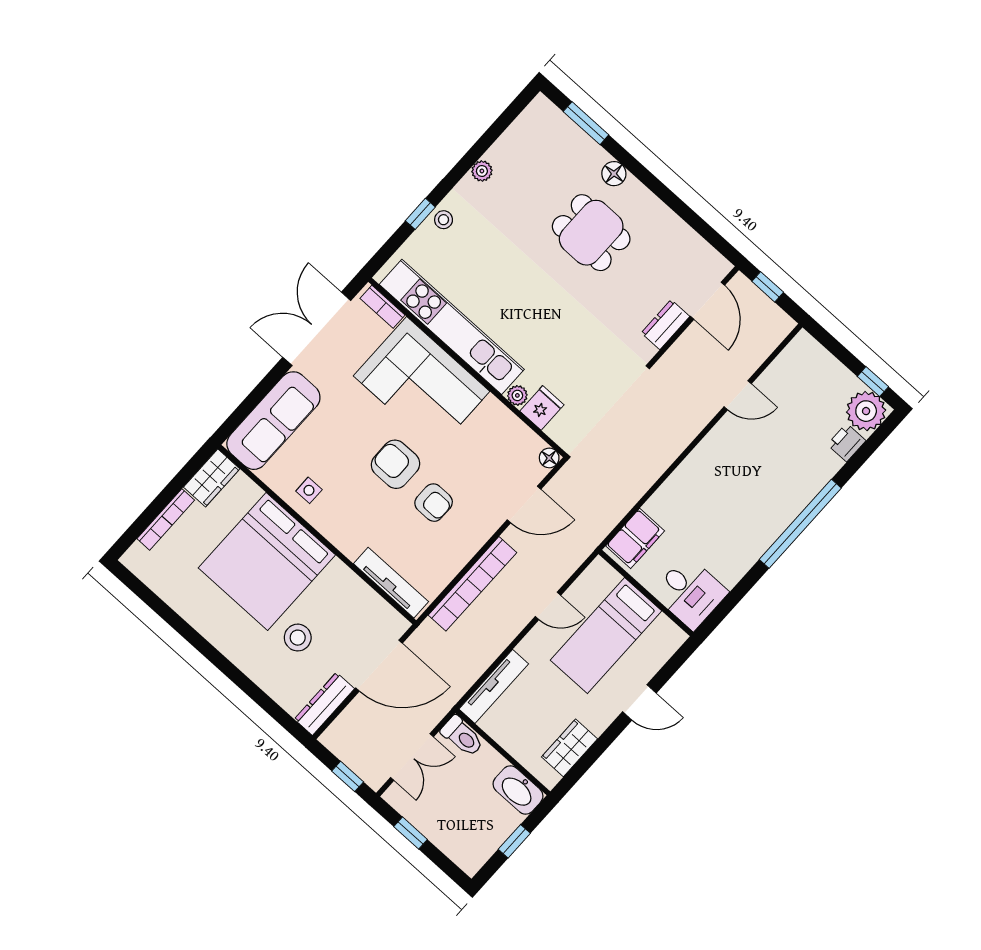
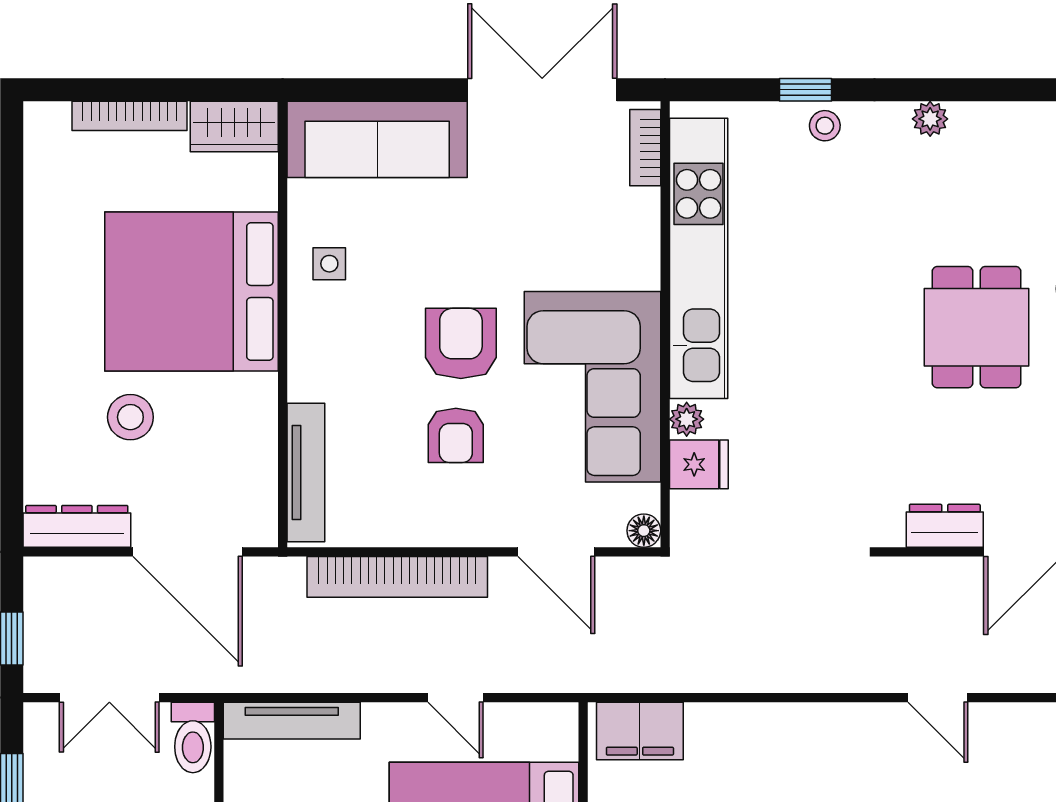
corner sofa: (422, 384) -> (592, 387), moved

